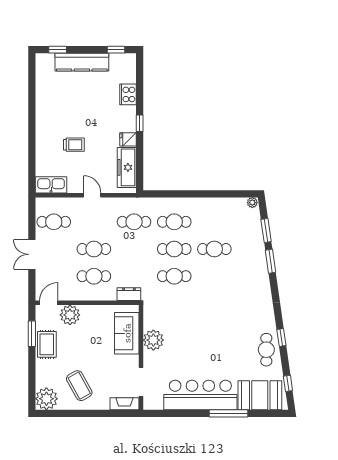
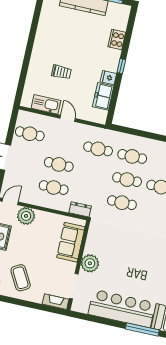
freezer: (127, 167) -> (103, 96), width x0.71
kitchen sink: (51, 185) -> (46, 104), moved
plant: (153, 340) -> (90, 263), moved

